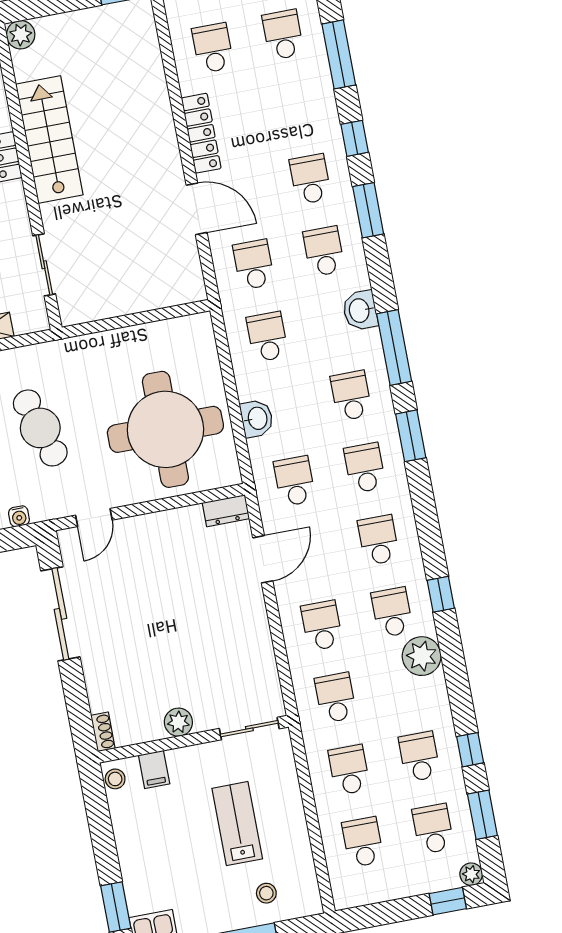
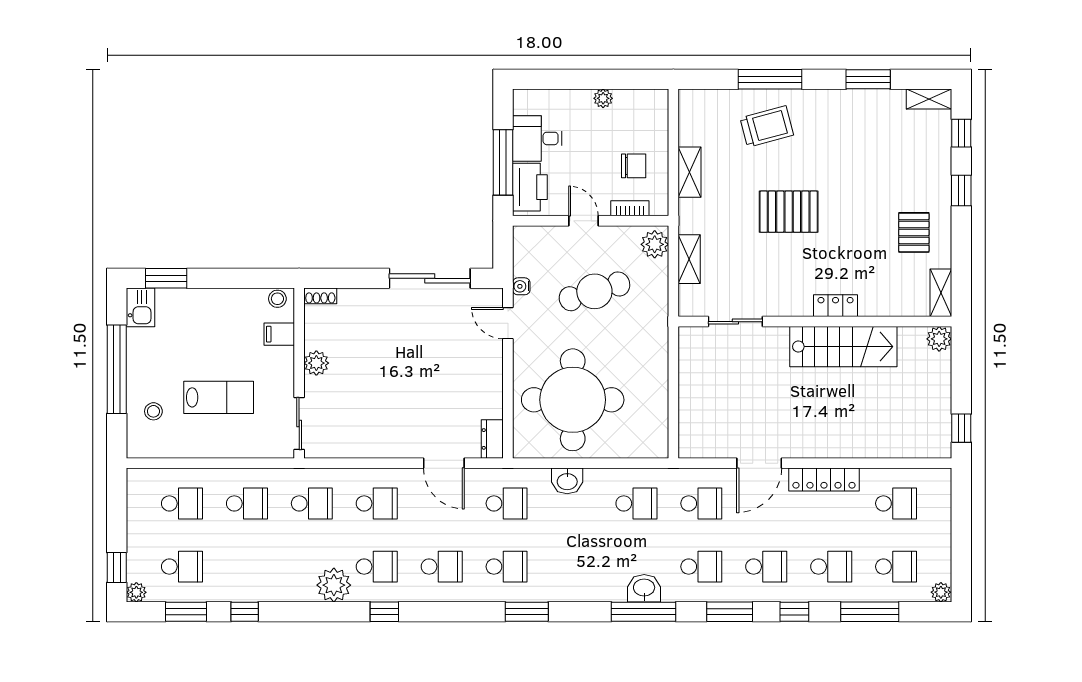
window: (394, 347) -> (644, 612), moved
school desk: (351, 396) -> (831, 567), moved
water cooler: (19, 516) -> (521, 286), moved
school desk: (419, 757) -> (247, 567), removed

